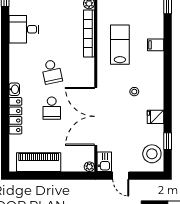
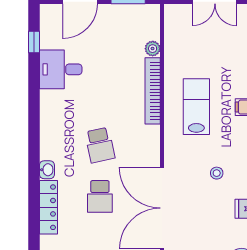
desk: (24, 29) -> (61, 69), moved

